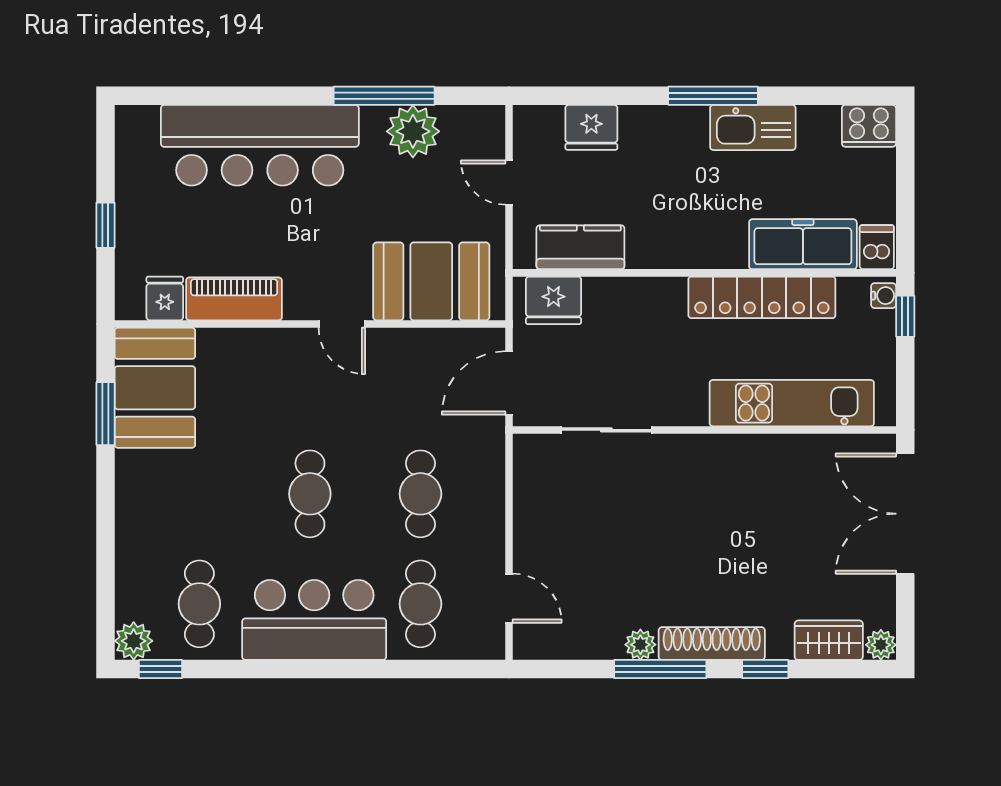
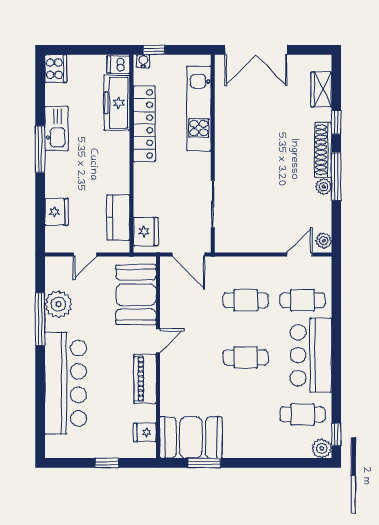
piano: (234, 299) -> (145, 379), moved
plant: (881, 645) -> (324, 241), moved

